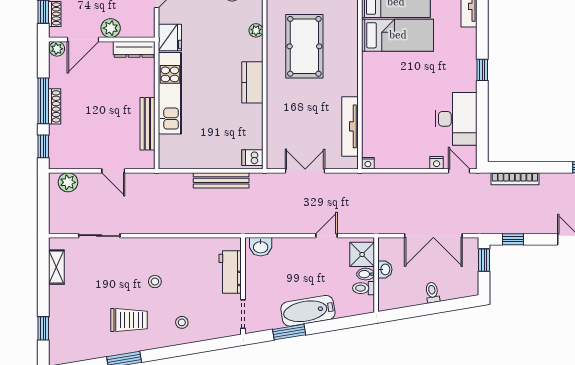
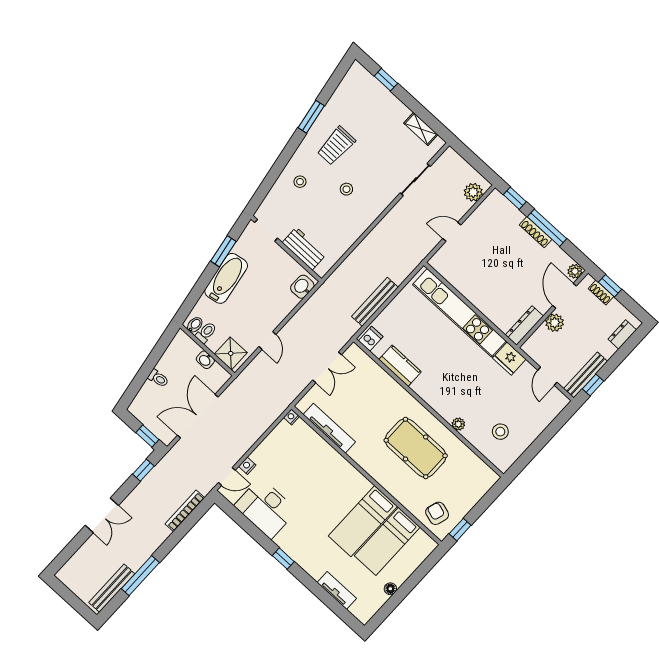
kitchen counter: (252, 82) -> (400, 366), moved
kitchen unit: (170, 93) -> (459, 313), width x1.36
bench: (147, 124) -> (463, 287), removed
bidet: (366, 274) -> (195, 325), moved

